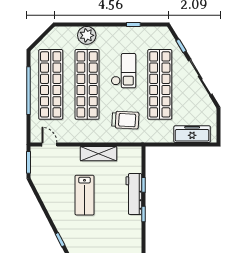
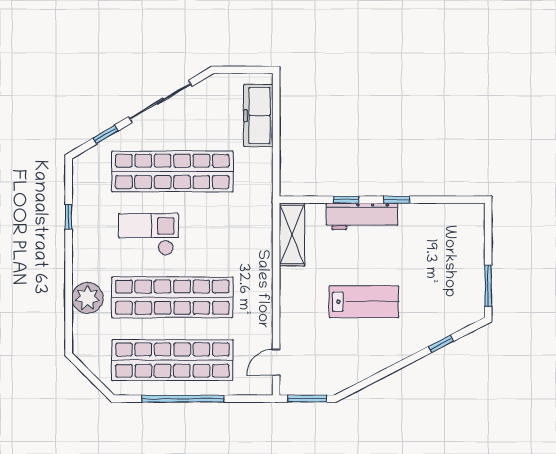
trolley: (125, 120) -> (234, 231), removed
shelving: (99, 154) -> (292, 234), moved

